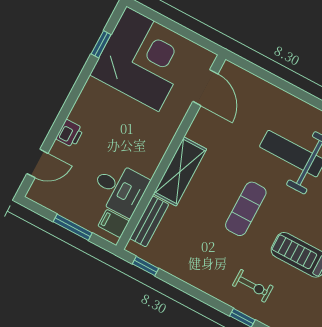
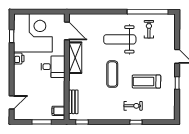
printer: (70, 134) -> (19, 58), moved
shelving: (180, 171) -> (75, 58), moved
desk: (119, 189) -> (53, 67), moved

